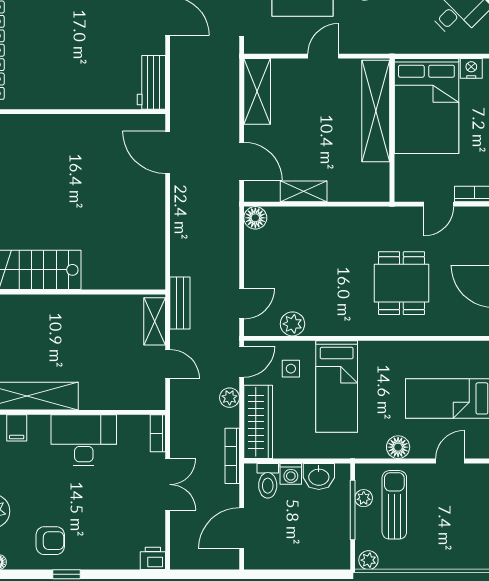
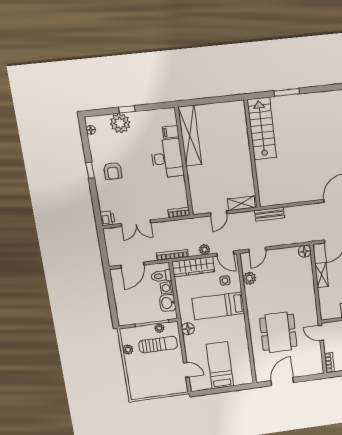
door: (439, 204) -> (321, 333), moved
dining table: (401, 283) -> (278, 332), width x1.38
bench: (180, 303) -> (270, 214), moved
door: (242, 304) -> (257, 250), hinge flipped
desk: (84, 440) -> (167, 158), moved
floor lamp: (398, 447) -> (188, 329), moved
double door: (168, 484) -> (136, 223), moved
door: (242, 528) -> (132, 265), swing flipped
armchair: (50, 541) -> (113, 171), moved
plant: (368, 560) -> (128, 350), moved

